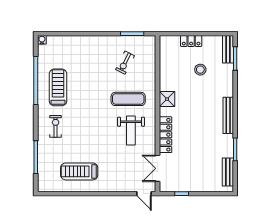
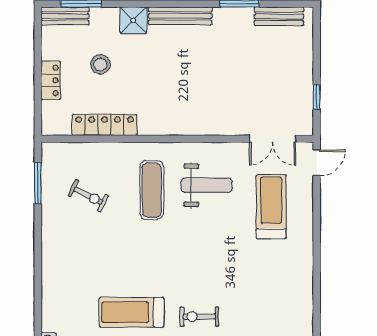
shower: (167, 99) -> (133, 20), moved
locker: (166, 135) -> (105, 125), moved
treadmill: (79, 171) -> (271, 207), moved, turned 180

